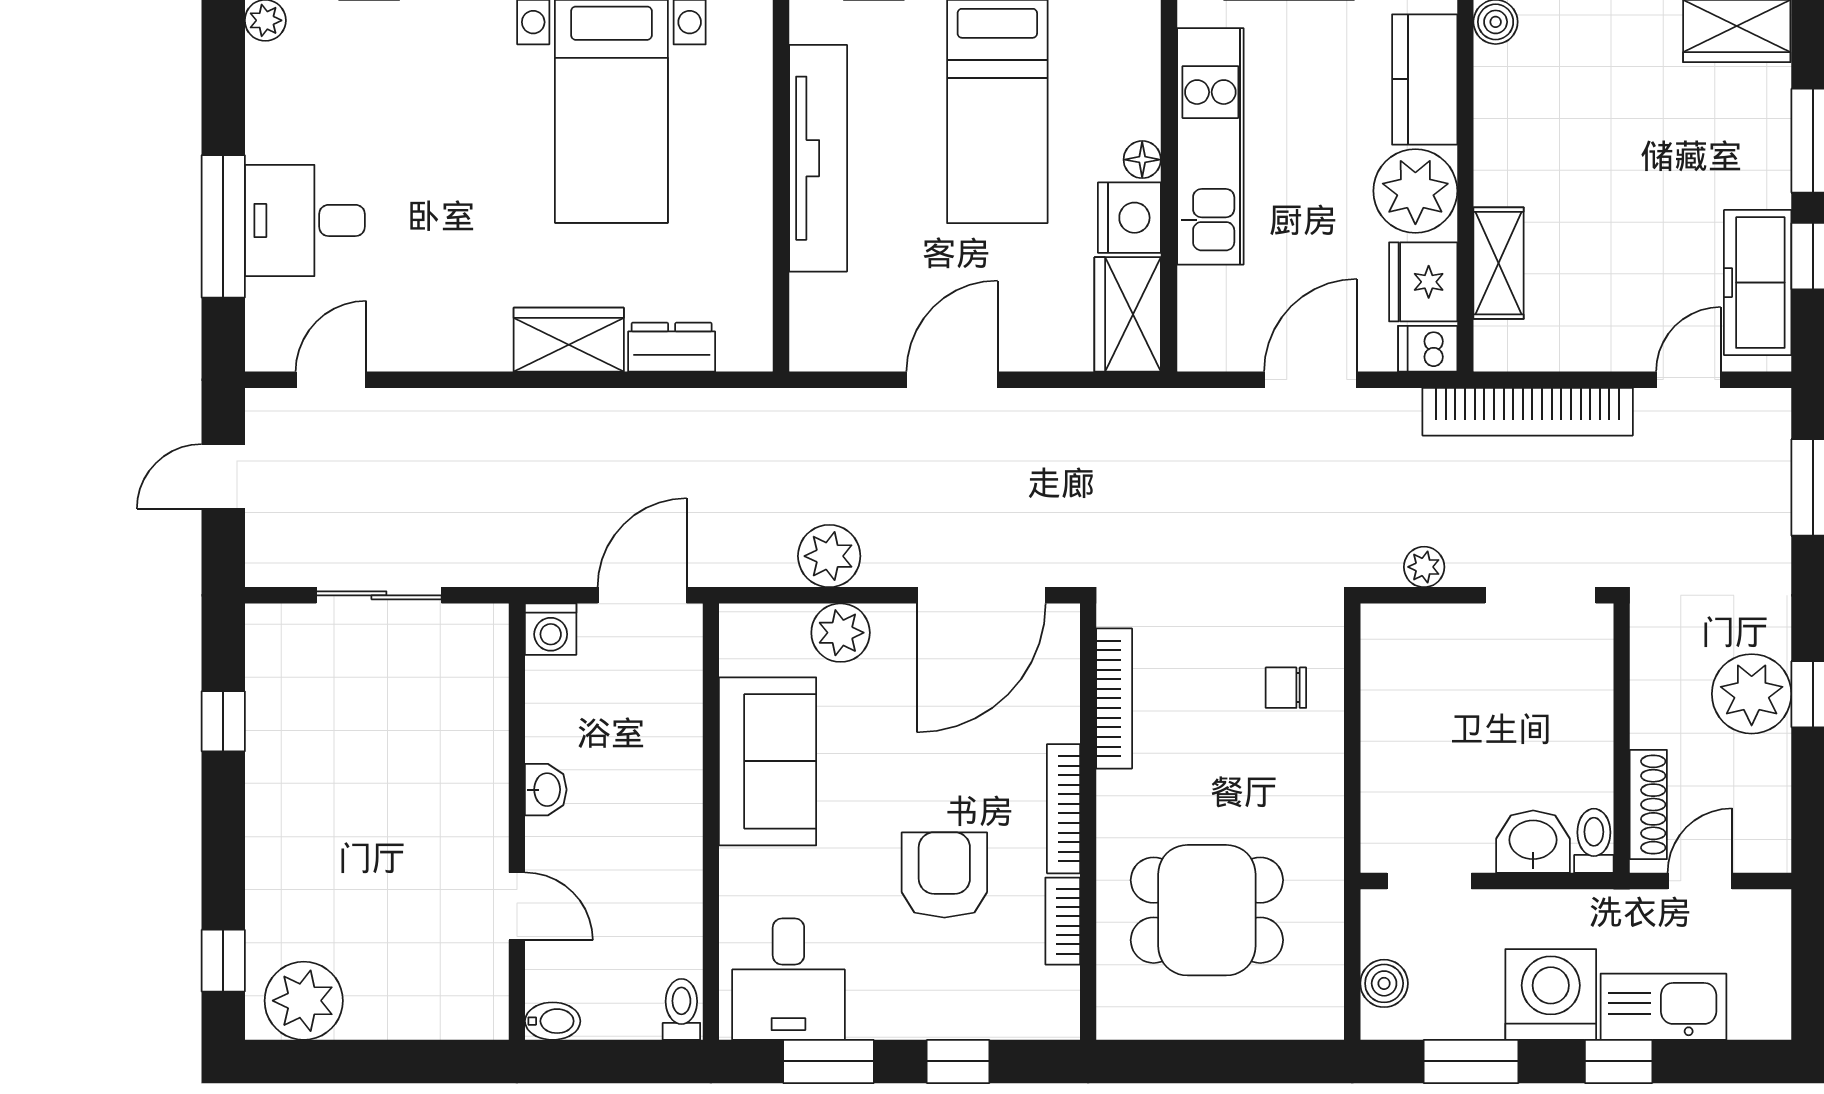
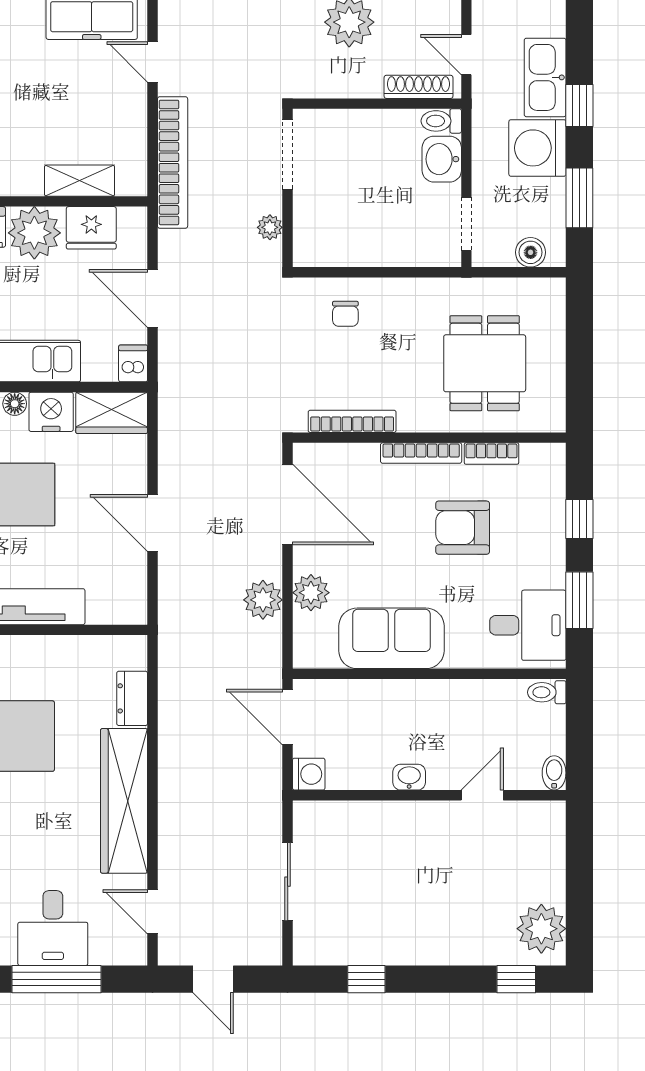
wardrobe: (569, 340) -> (124, 801), width x2.10, depth x1.17
dishwasher: (1428, 349) -> (133, 363), moved, turned 180

